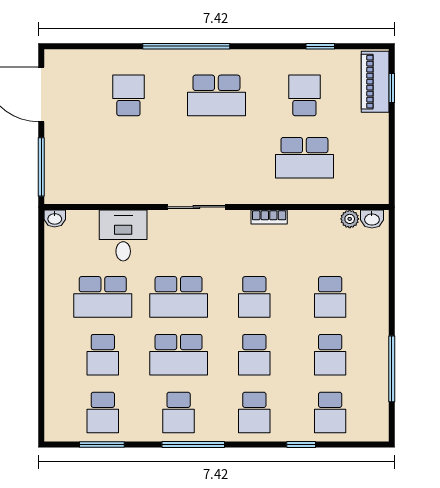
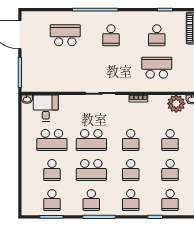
school desk: (128, 95) -> (65, 35), width x1.85
school desk: (216, 95) -> (111, 35), width x0.54
school desk: (304, 95) -> (157, 35), turned 180
school desk: (304, 158) -> (157, 68), turned 180
plant: (350, 219) -> (176, 104), width x1.88, depth x1.88
desk: (123, 235) -> (46, 108), moved

